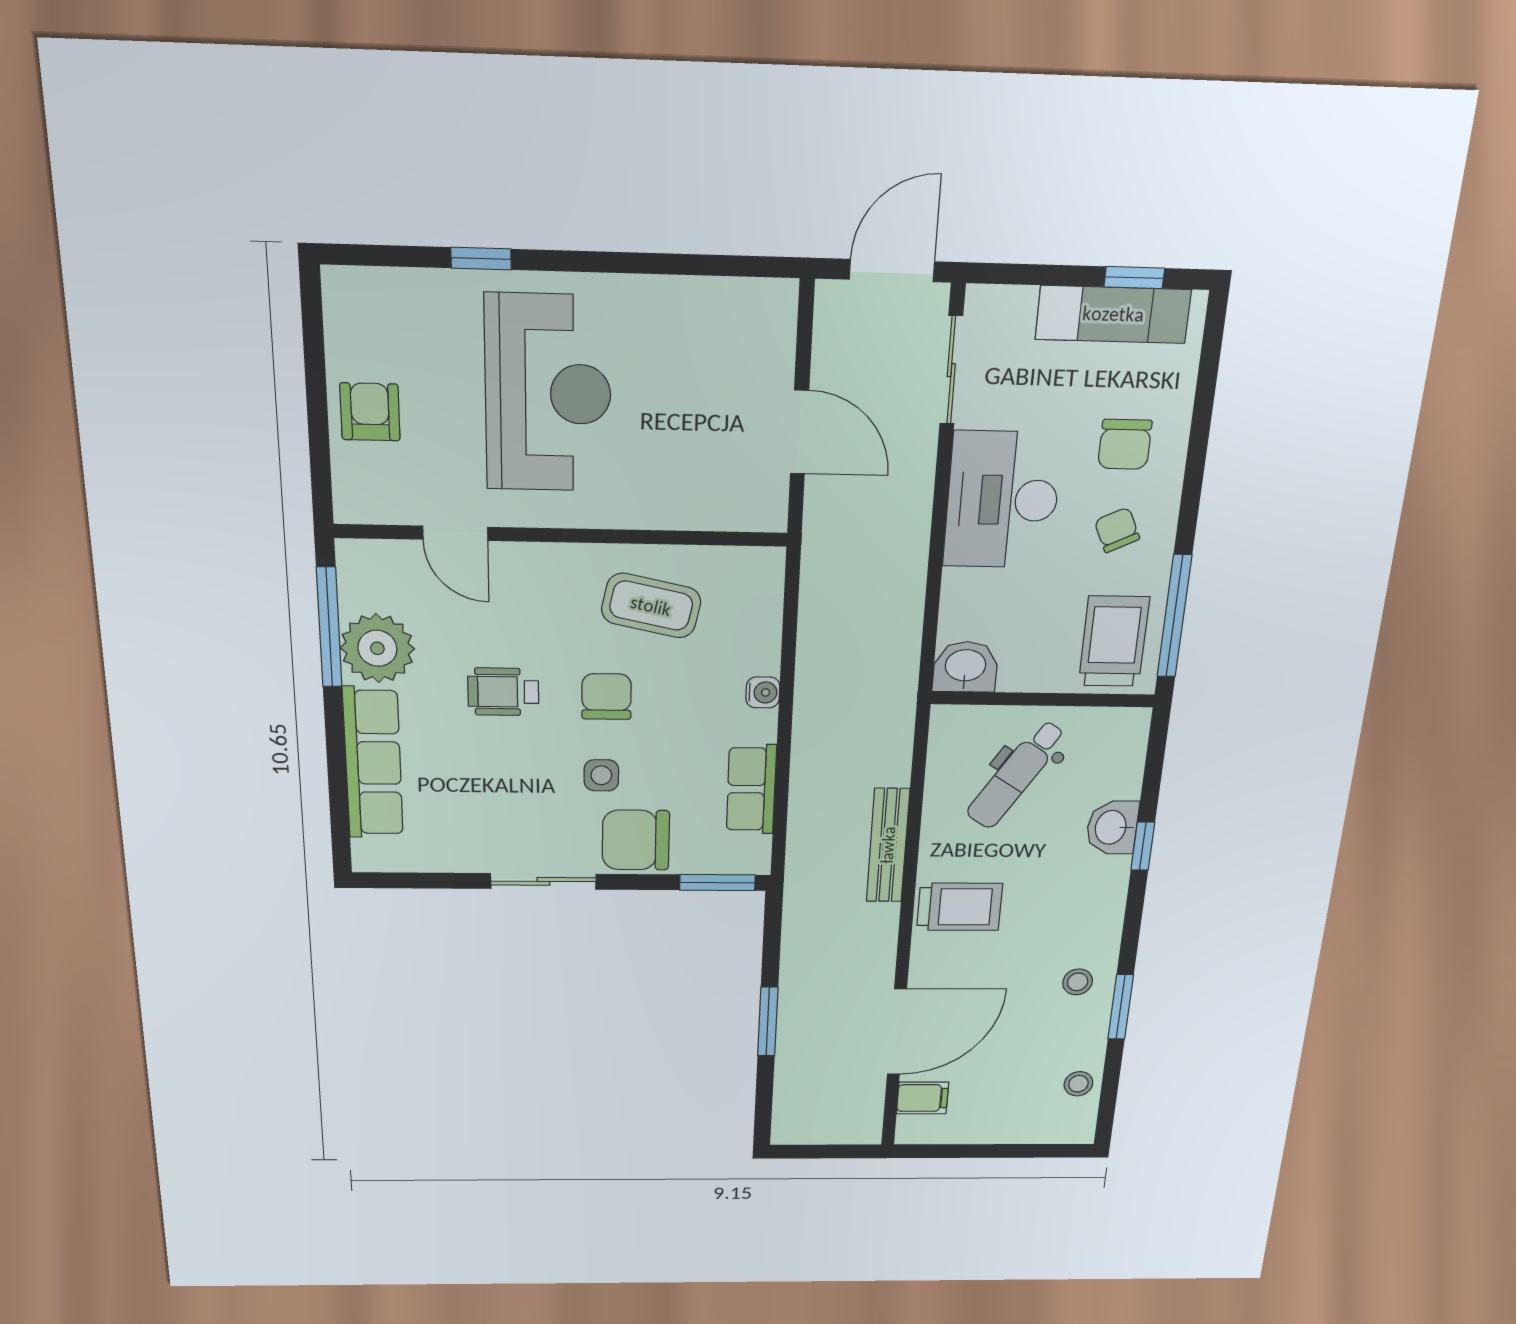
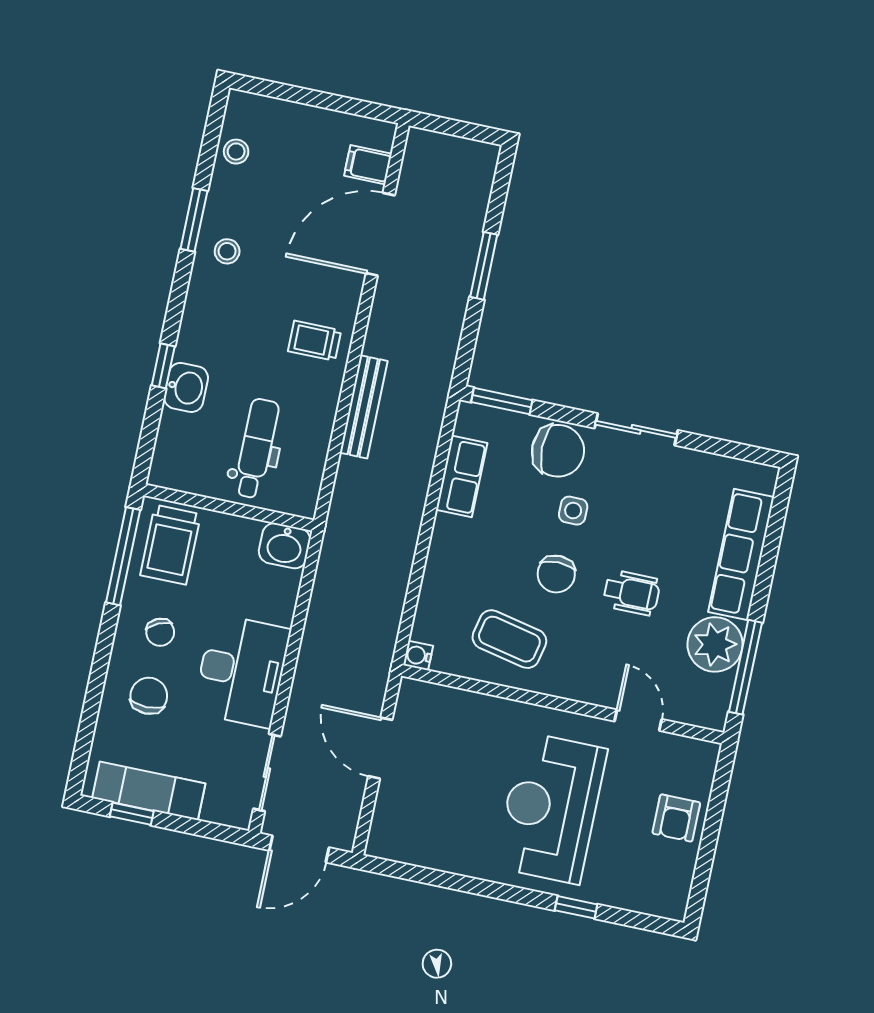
water cooler: (763, 692) -> (418, 655), moved
dental chair: (1016, 775) -> (256, 448), turned -33
trolley: (960, 907) -> (315, 341), width x0.73, depth x0.72

